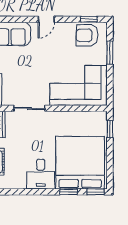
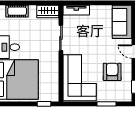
armchair: (87, 35) -> (112, 72), moved

